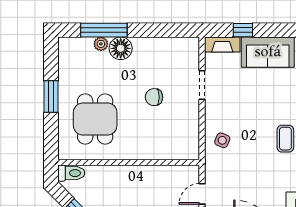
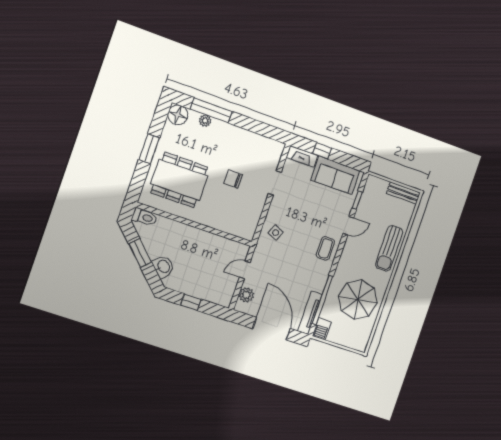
floor lamp: (121, 48) -> (178, 115), moved
dining table: (95, 119) -> (179, 180), width x1.38

